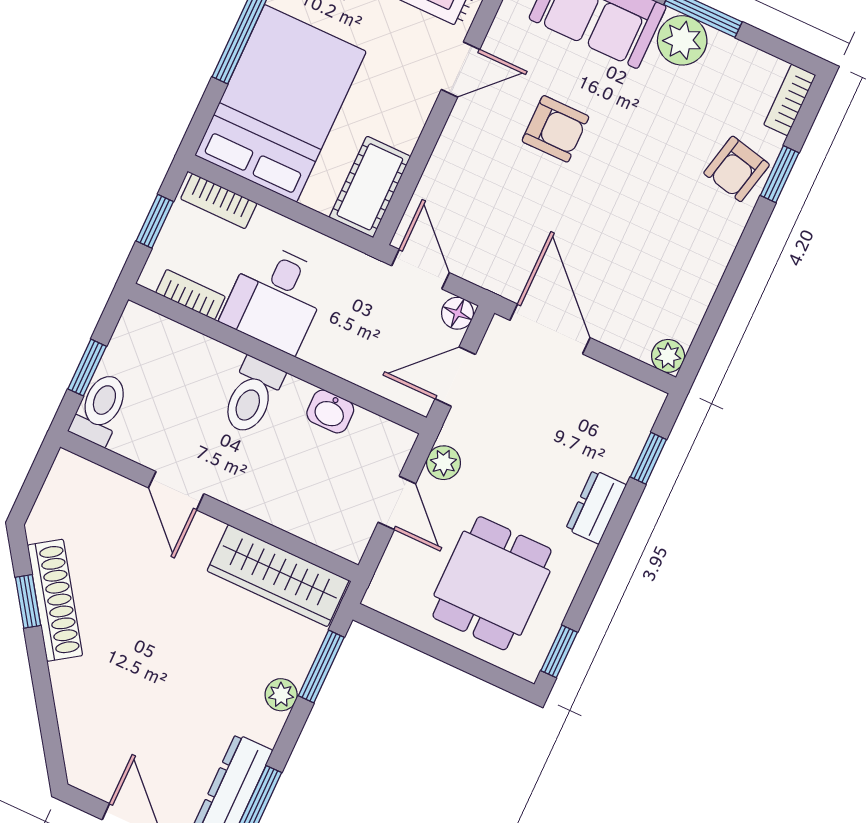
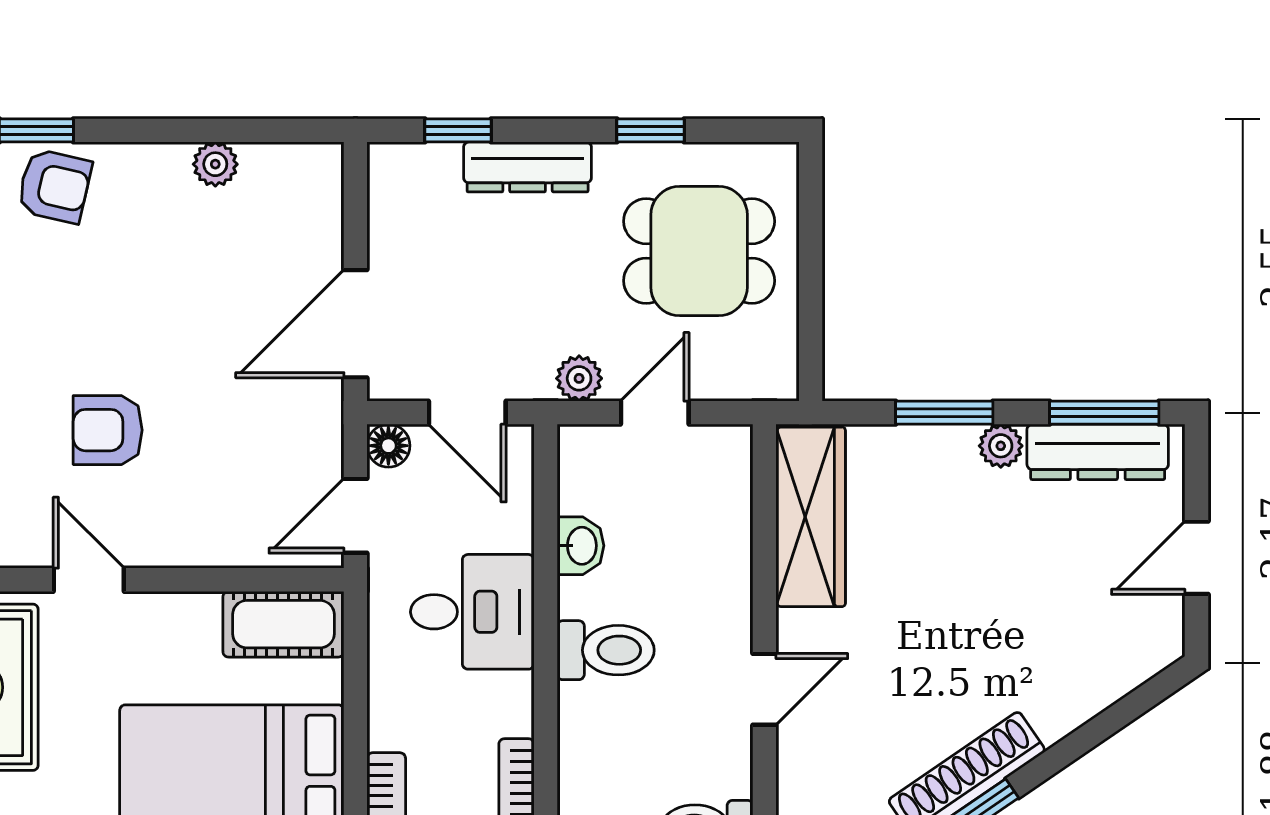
armchair: (555, 129) -> (108, 430), turned -90
desk: (276, 298) -> (472, 612), moved
plant: (668, 356) -> (215, 164), moved
dresser: (596, 507) -> (528, 167), width x1.44
window: (559, 651) -> (650, 130), moved
window: (321, 666) -> (944, 413), moved
plant: (281, 695) -> (1001, 446), moved

